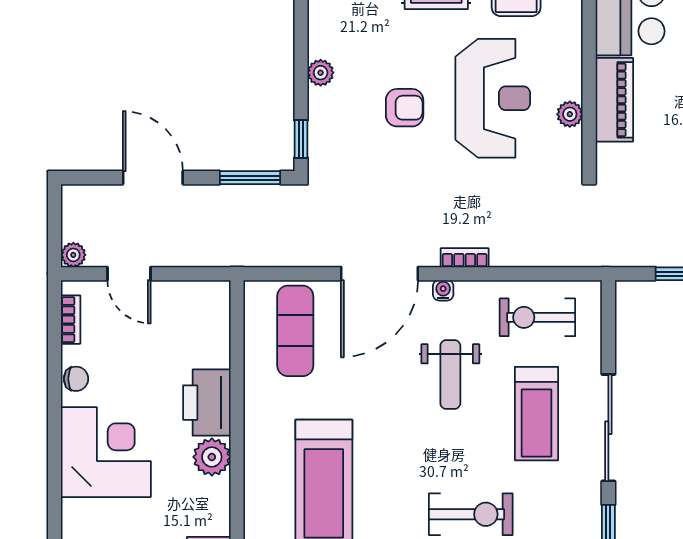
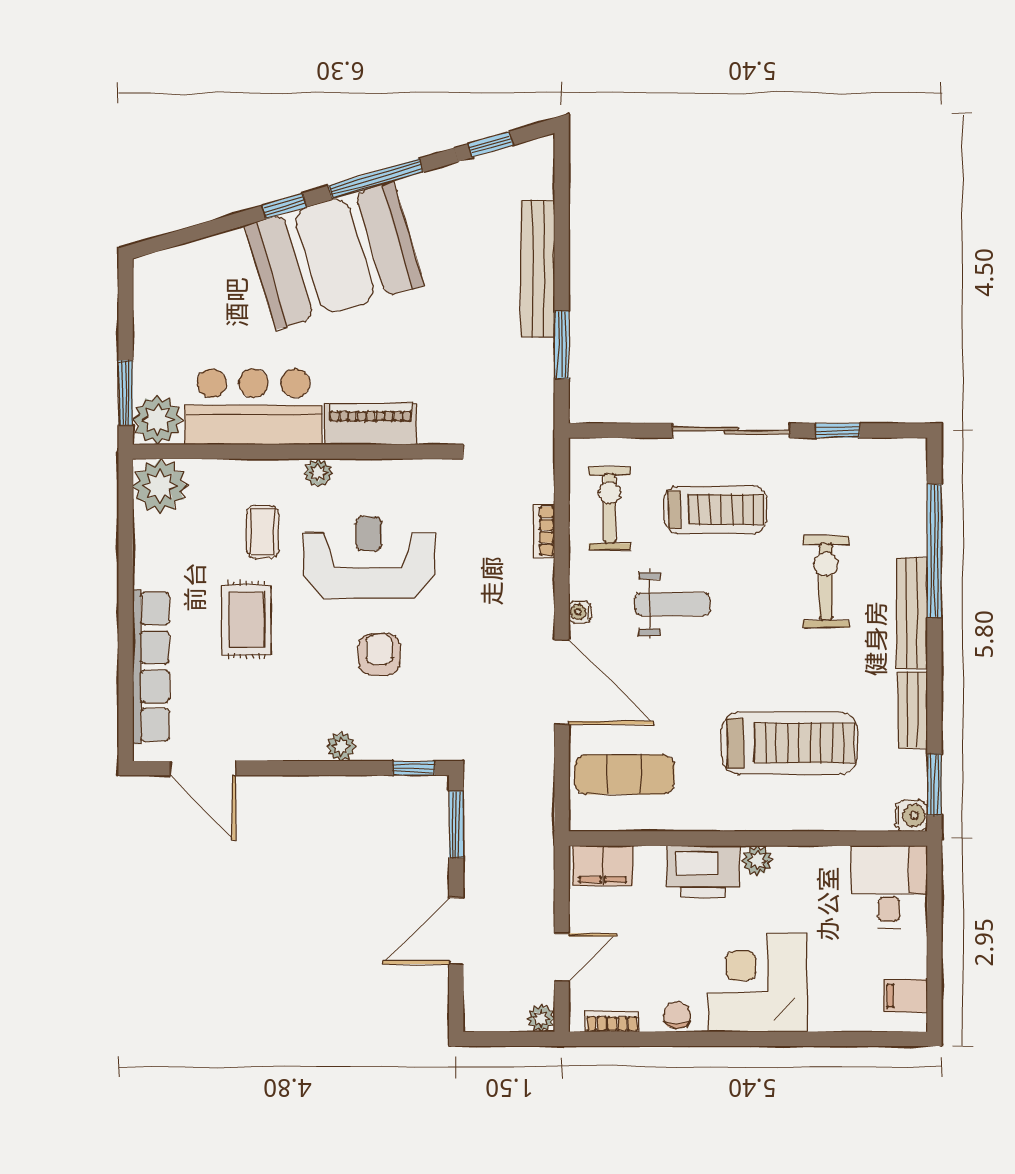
plant: (570, 114) -> (318, 473), moved
bookcase: (465, 258) -> (544, 531), moved
filing cabinet: (212, 311) -> (603, 866), added
exercise bike: (537, 317) -> (610, 508), turned 180
plant: (212, 457) -> (757, 861), width x0.73, depth x0.73

